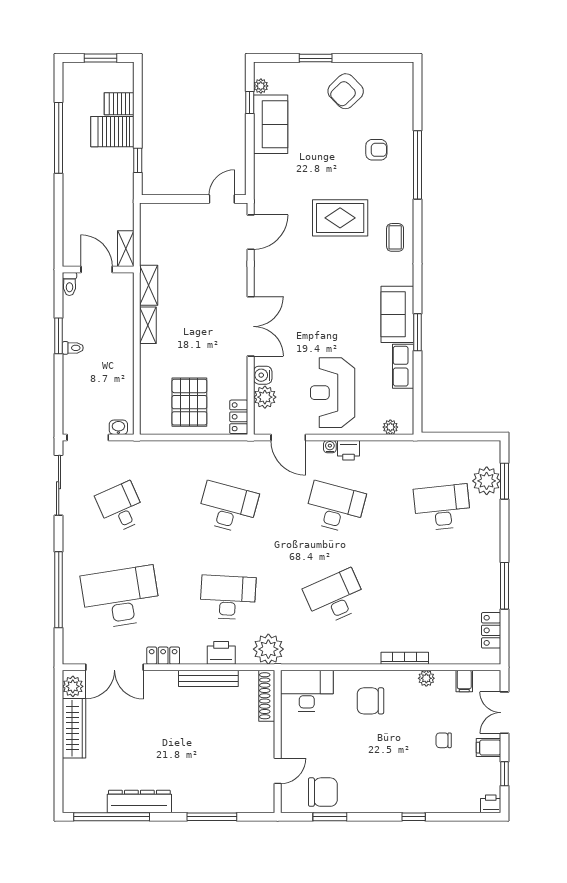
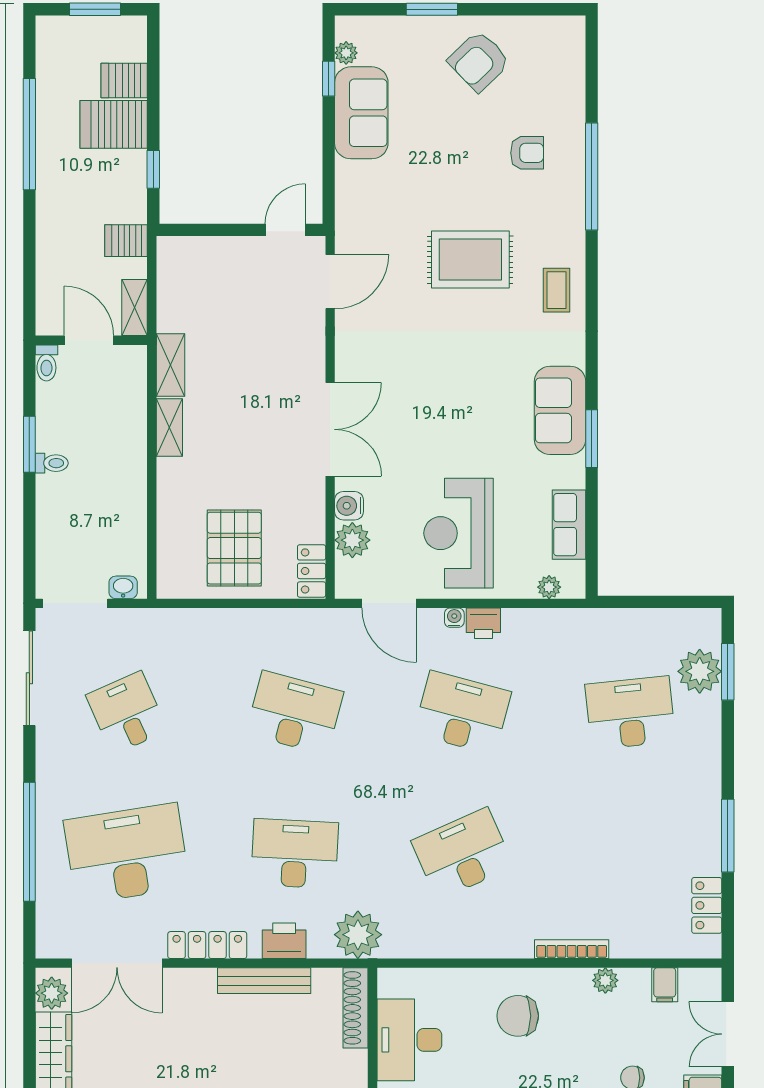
server rack: (120, 206) -> (126, 241), added
row of seats: (403, 366) -> (569, 525), moved
locker: (163, 656) -> (207, 945), width x1.53
desk: (307, 691) -> (409, 1040), moved, turned -90

